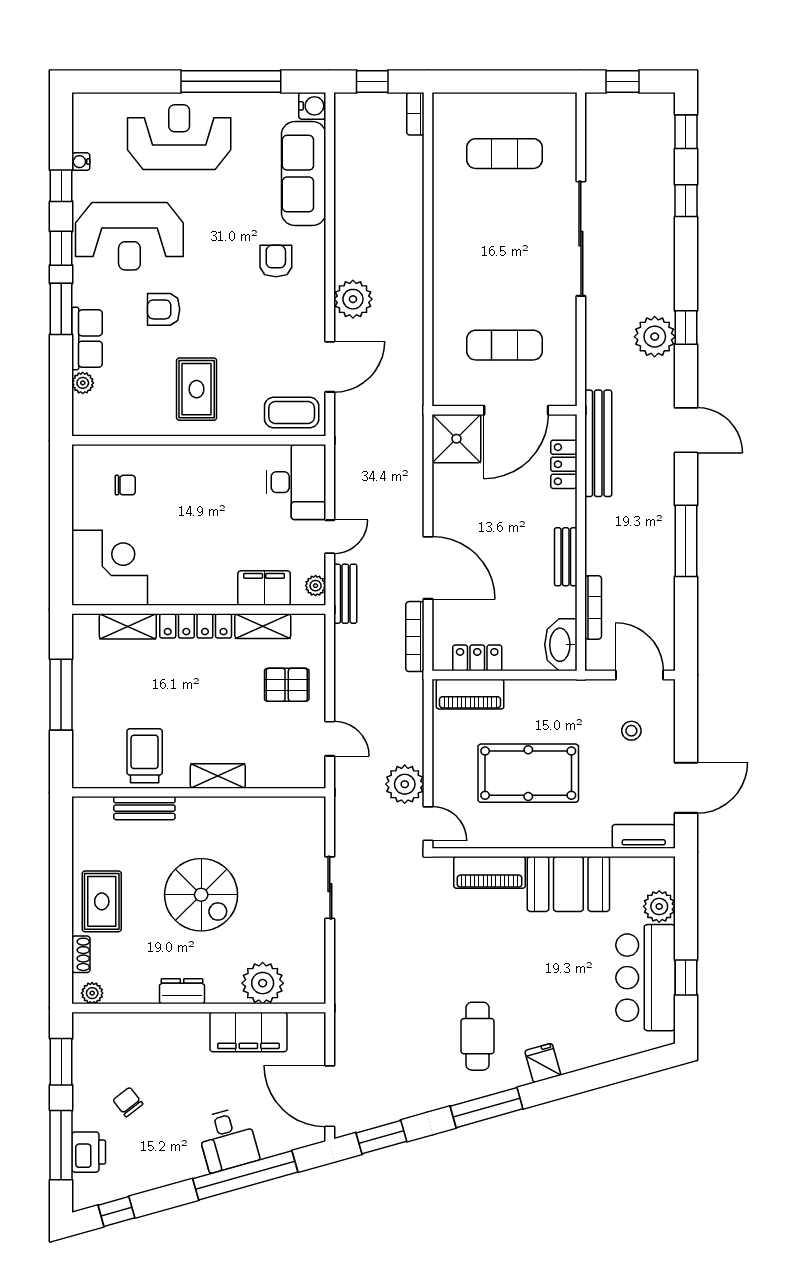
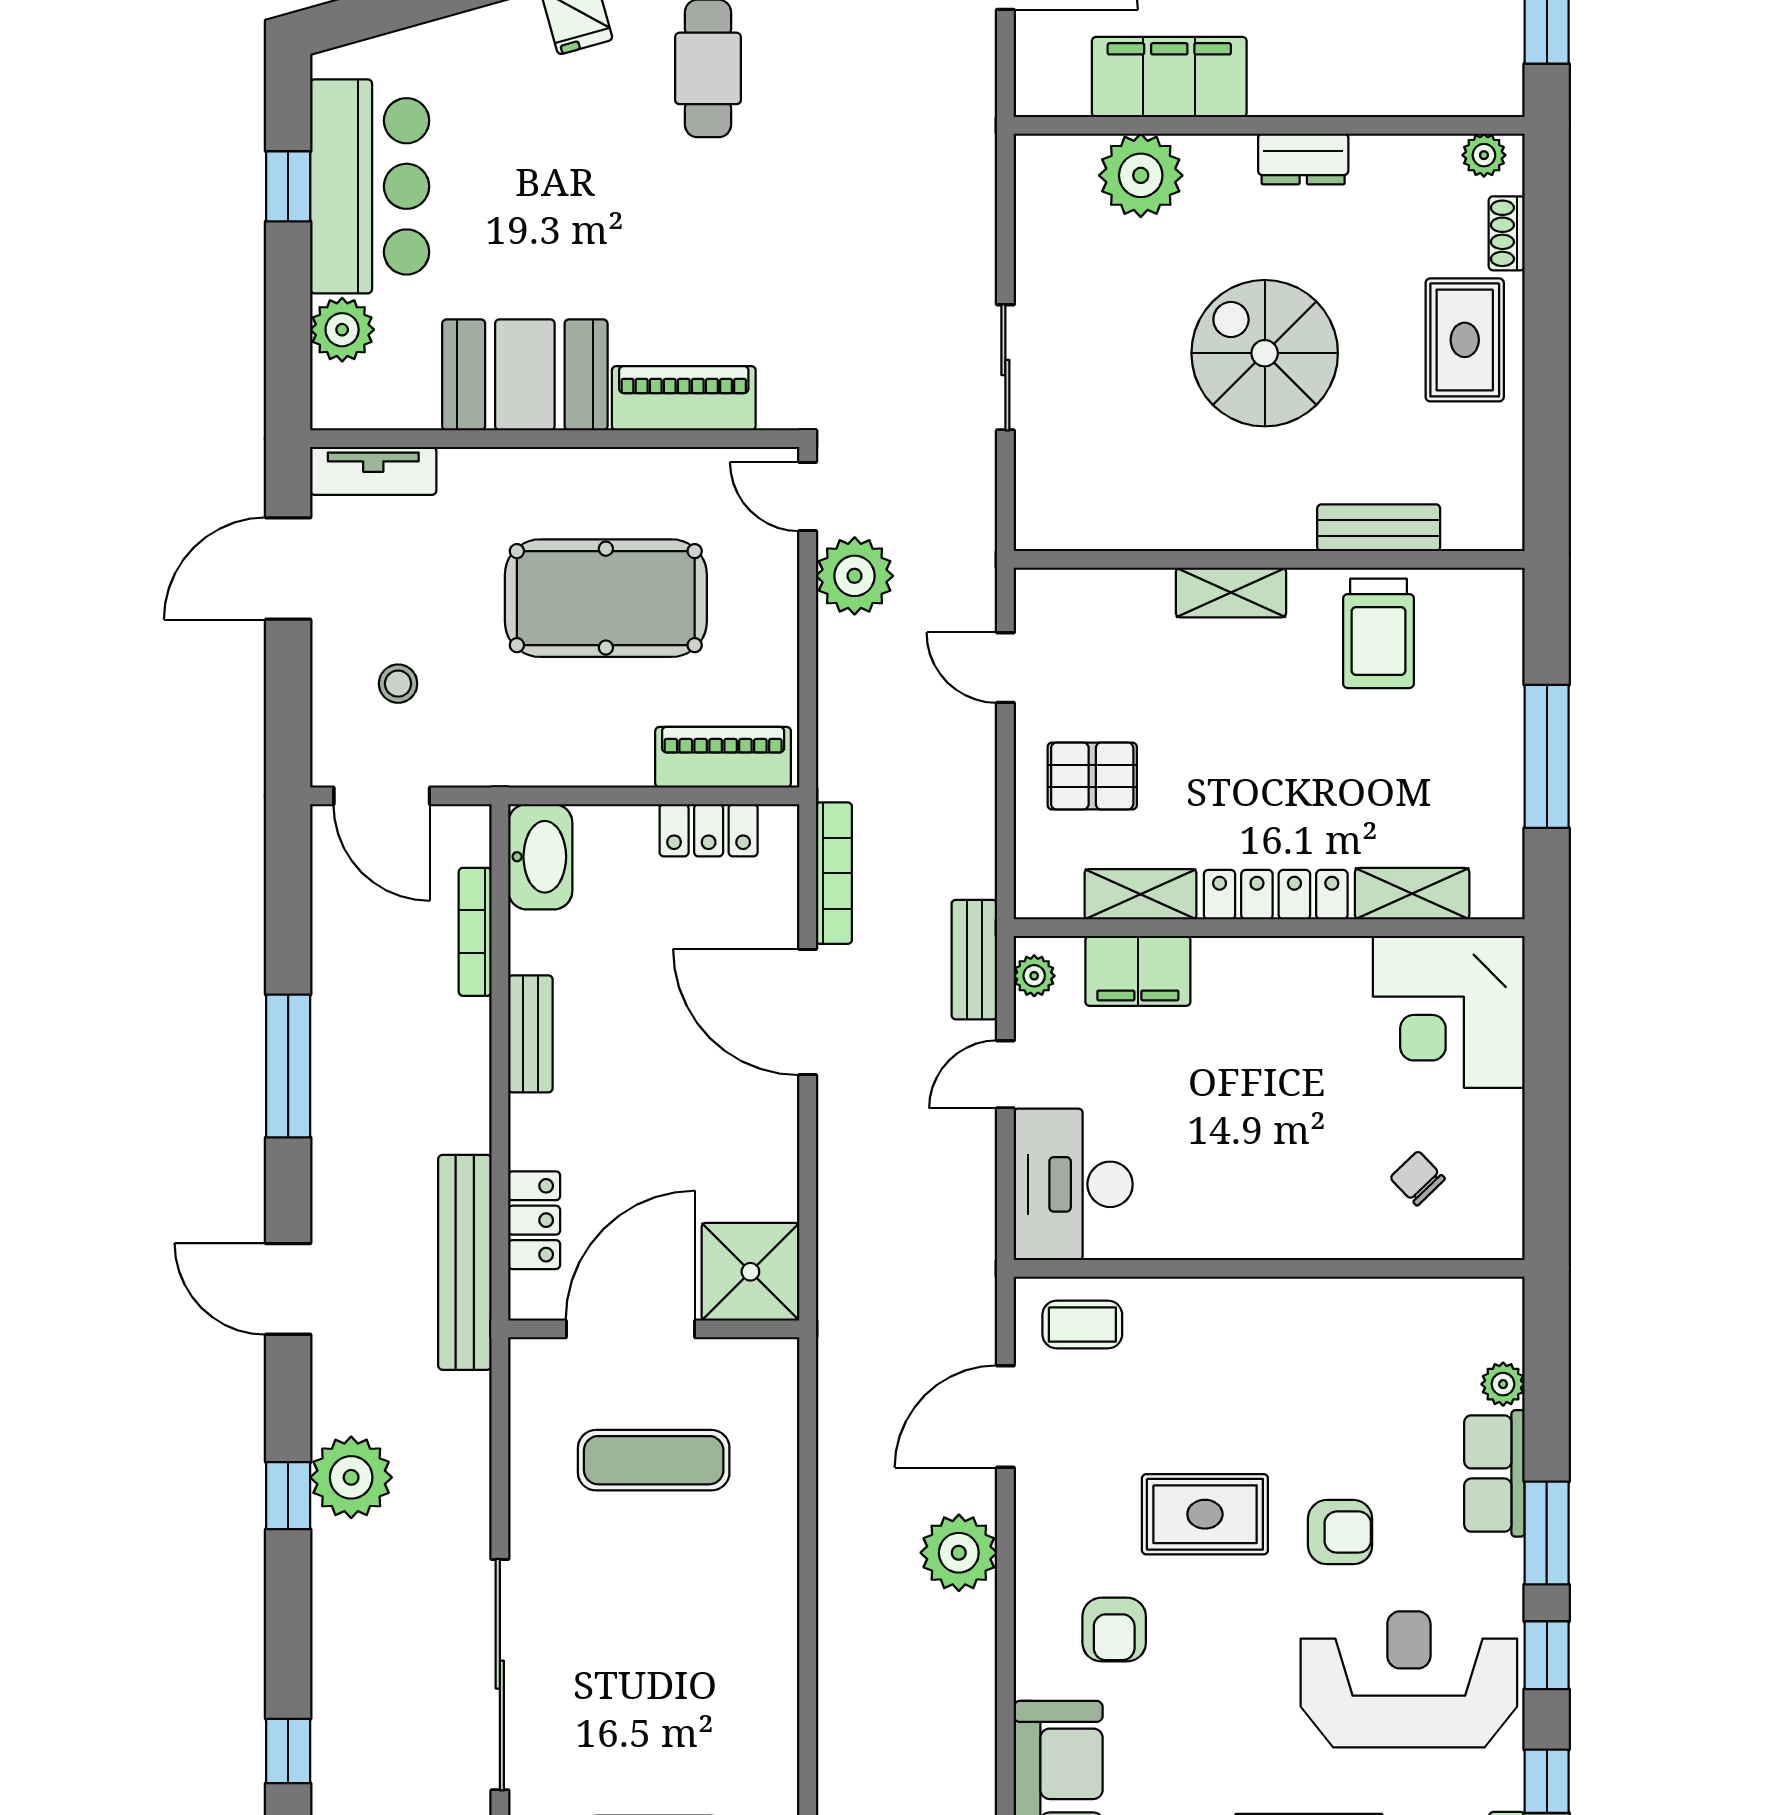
rug: (197, 389) -> (1205, 1514), moved, turned 90
coffee table: (292, 412) -> (1082, 1324), width x0.73, depth x0.77
chair: (125, 485) -> (1418, 1178), turned 46

